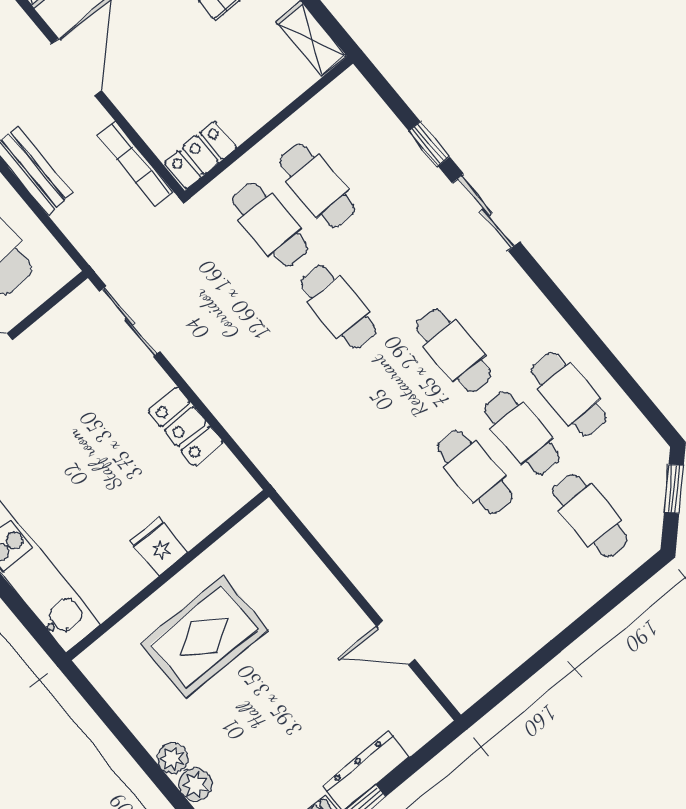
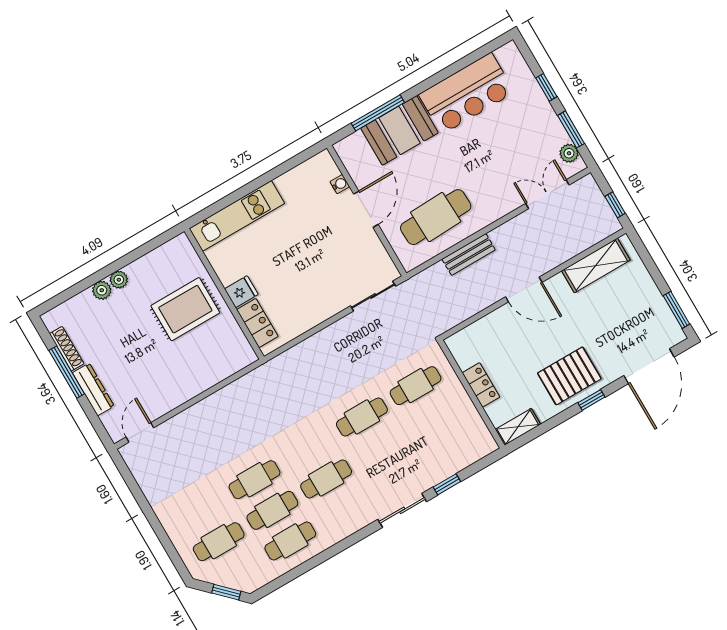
locker: (201, 155) -> (481, 385), moved
bookcase: (135, 164) -> (463, 314), removed
cafe table: (317, 185) -> (433, 416), removed
locker: (185, 426) -> (257, 323), moved, turned 90
rug: (204, 637) -> (185, 309), turned 90
door: (395, 643) -> (140, 432), moved

